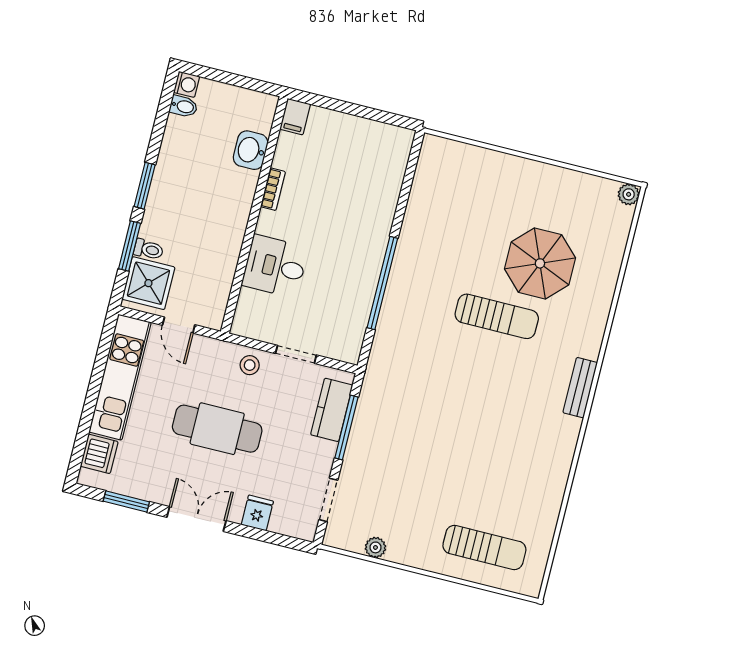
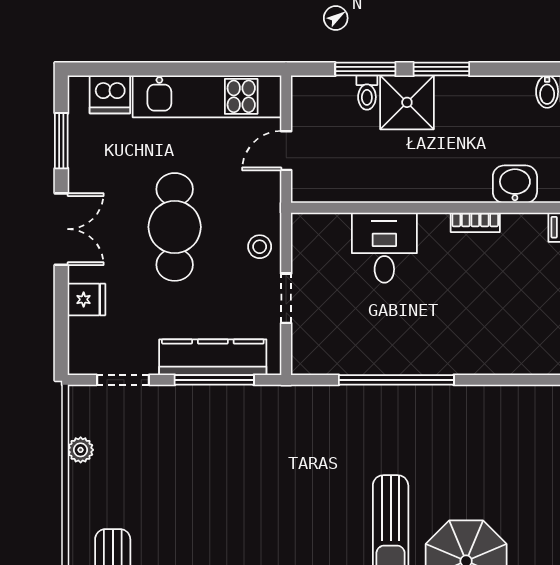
shower: (148, 283) -> (407, 102), moved
kitchen counter: (332, 410) -> (213, 357), width x1.50

